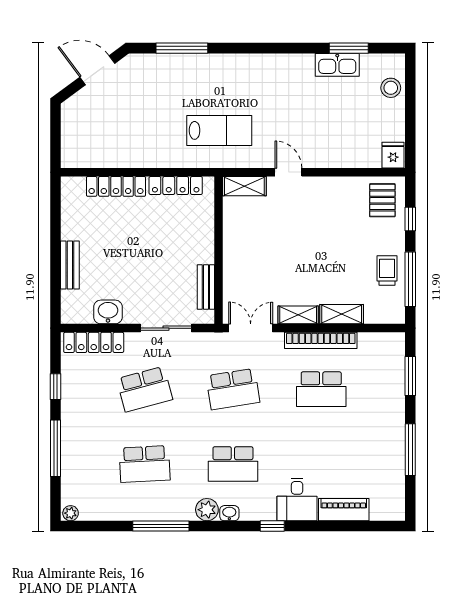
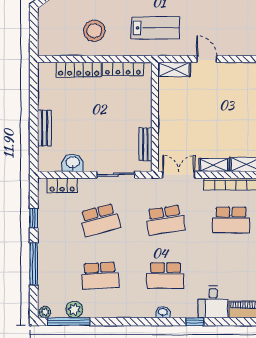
stool: (137, 134) -> (94, 31), added
locker: (94, 342) -> (62, 185), width x0.66
plant: (207, 510) -> (74, 310), moved
window: (161, 526) -> (69, 322), moved

